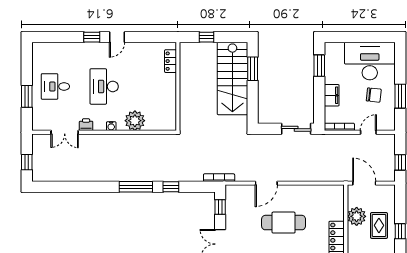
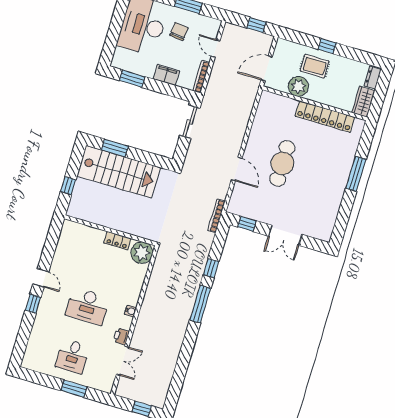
locker: (171, 61) -> (117, 241), moved
plant: (135, 121) -> (142, 253), moved

